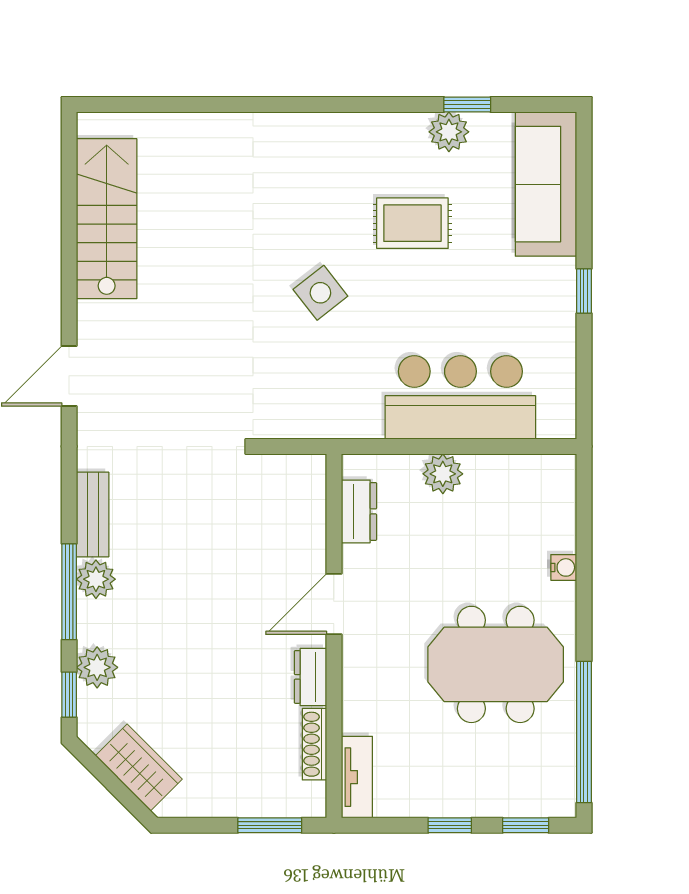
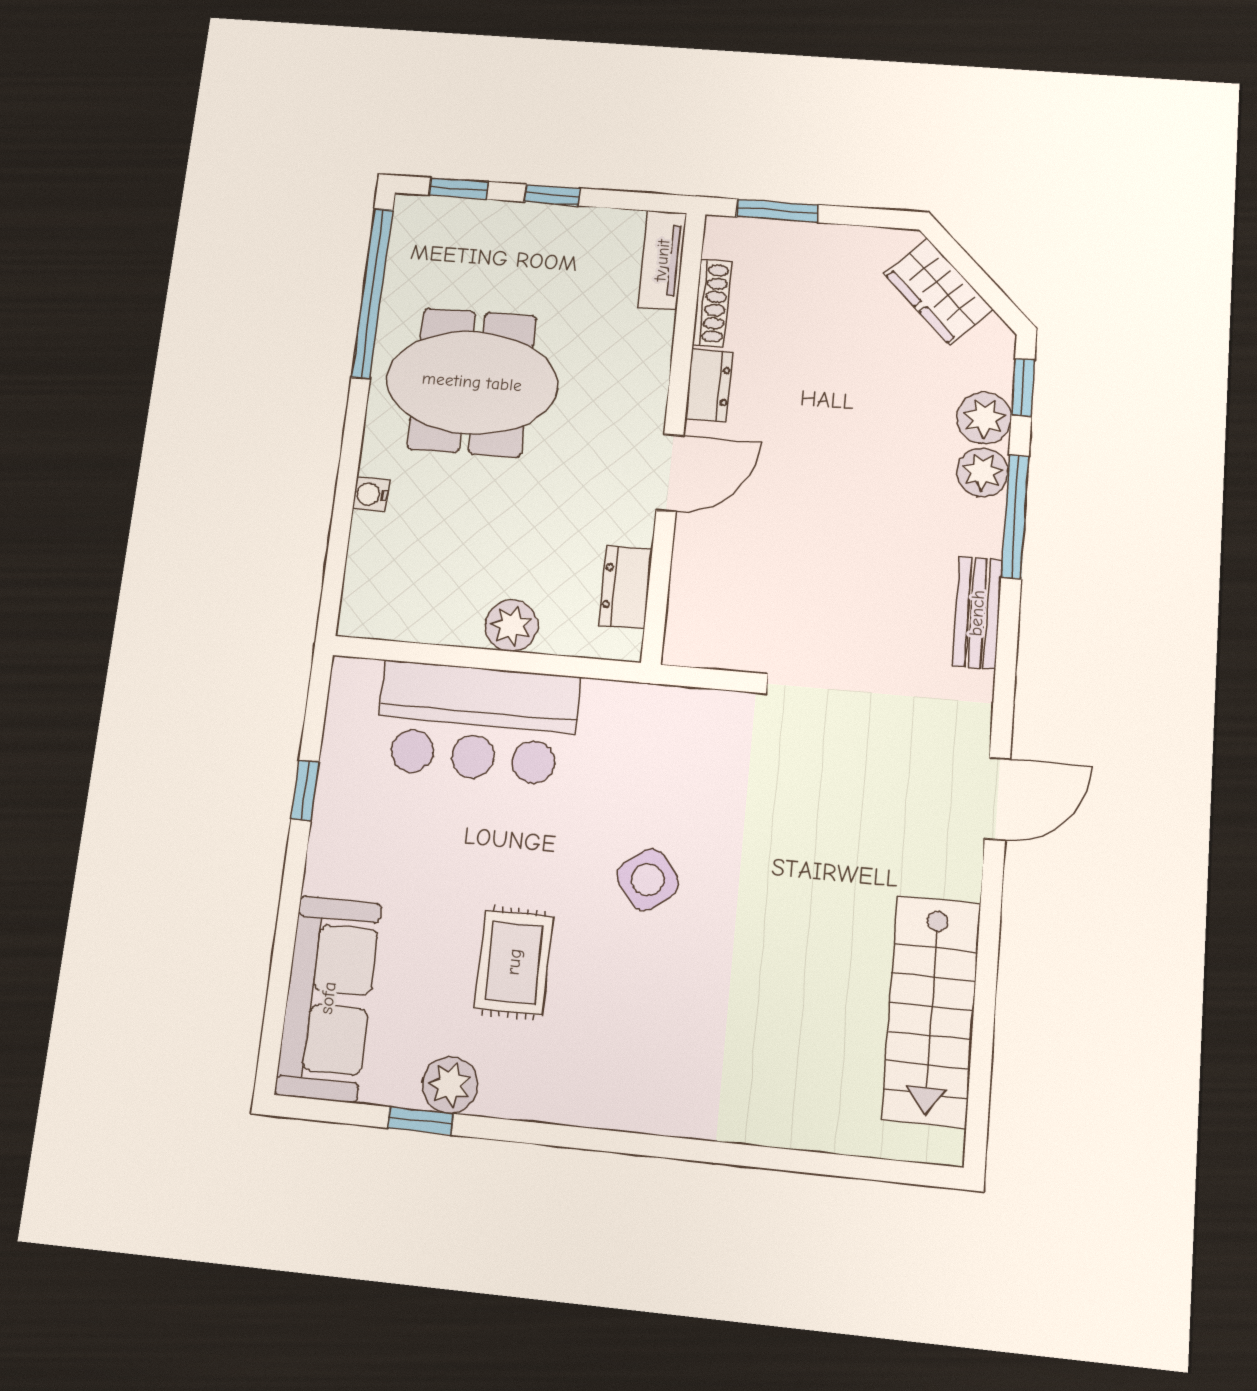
rug: (412, 223) -> (514, 962), turned 90
window: (584, 291) -> (305, 790), moved
plant: (96, 579) -> (982, 472), moved

